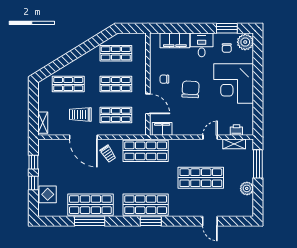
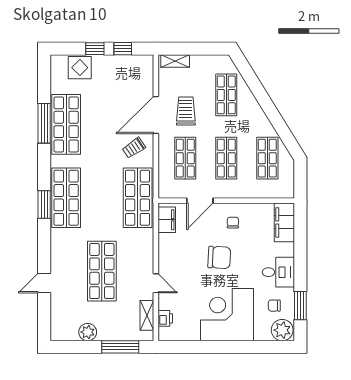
filing cabinet: (175, 40) -> (284, 222), moved

